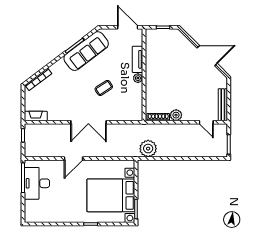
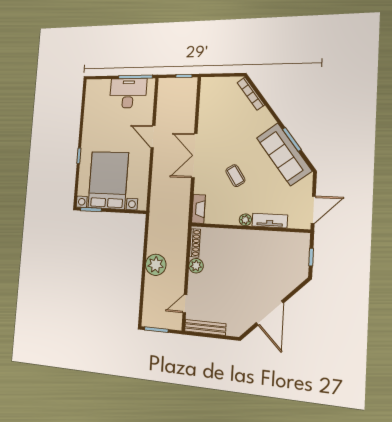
fireplace: (36, 116) -> (198, 209), moved
plant: (148, 149) -> (156, 265), moved

